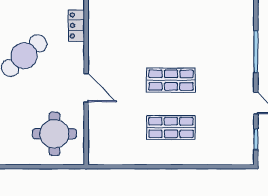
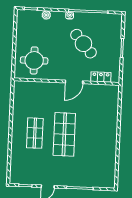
shop shelf: (171, 80) -> (64, 134), width x1.43, depth x1.36
door: (86, 88) -> (74, 82), moved

